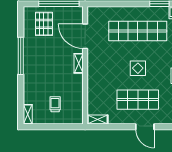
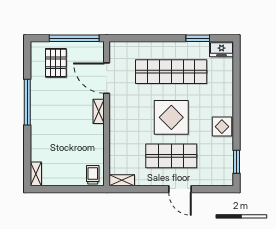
display table: (138, 68) -> (171, 117), width x1.86, depth x1.86
trolley: (55, 104) -> (93, 175), moved

